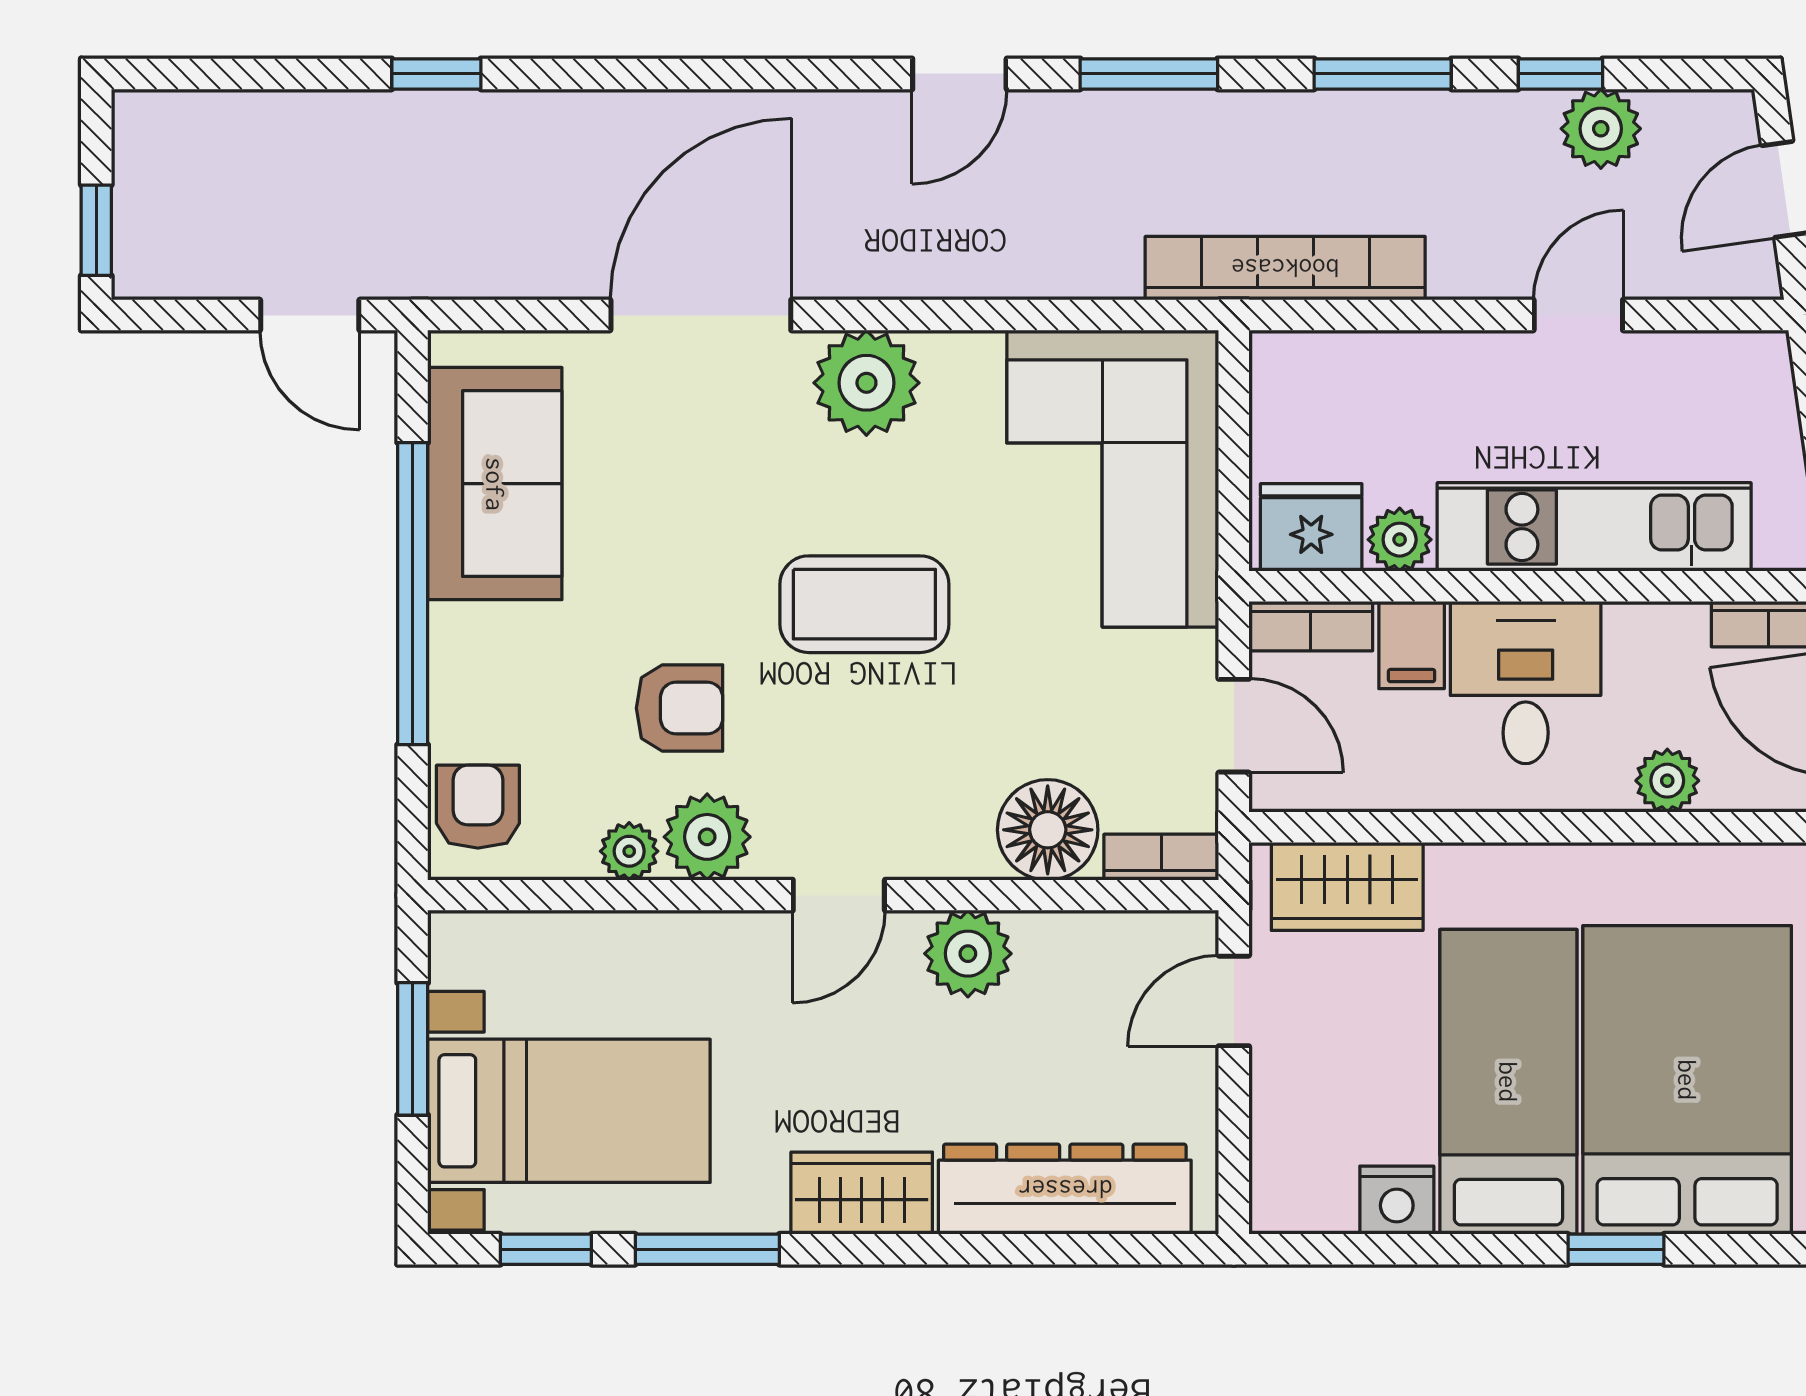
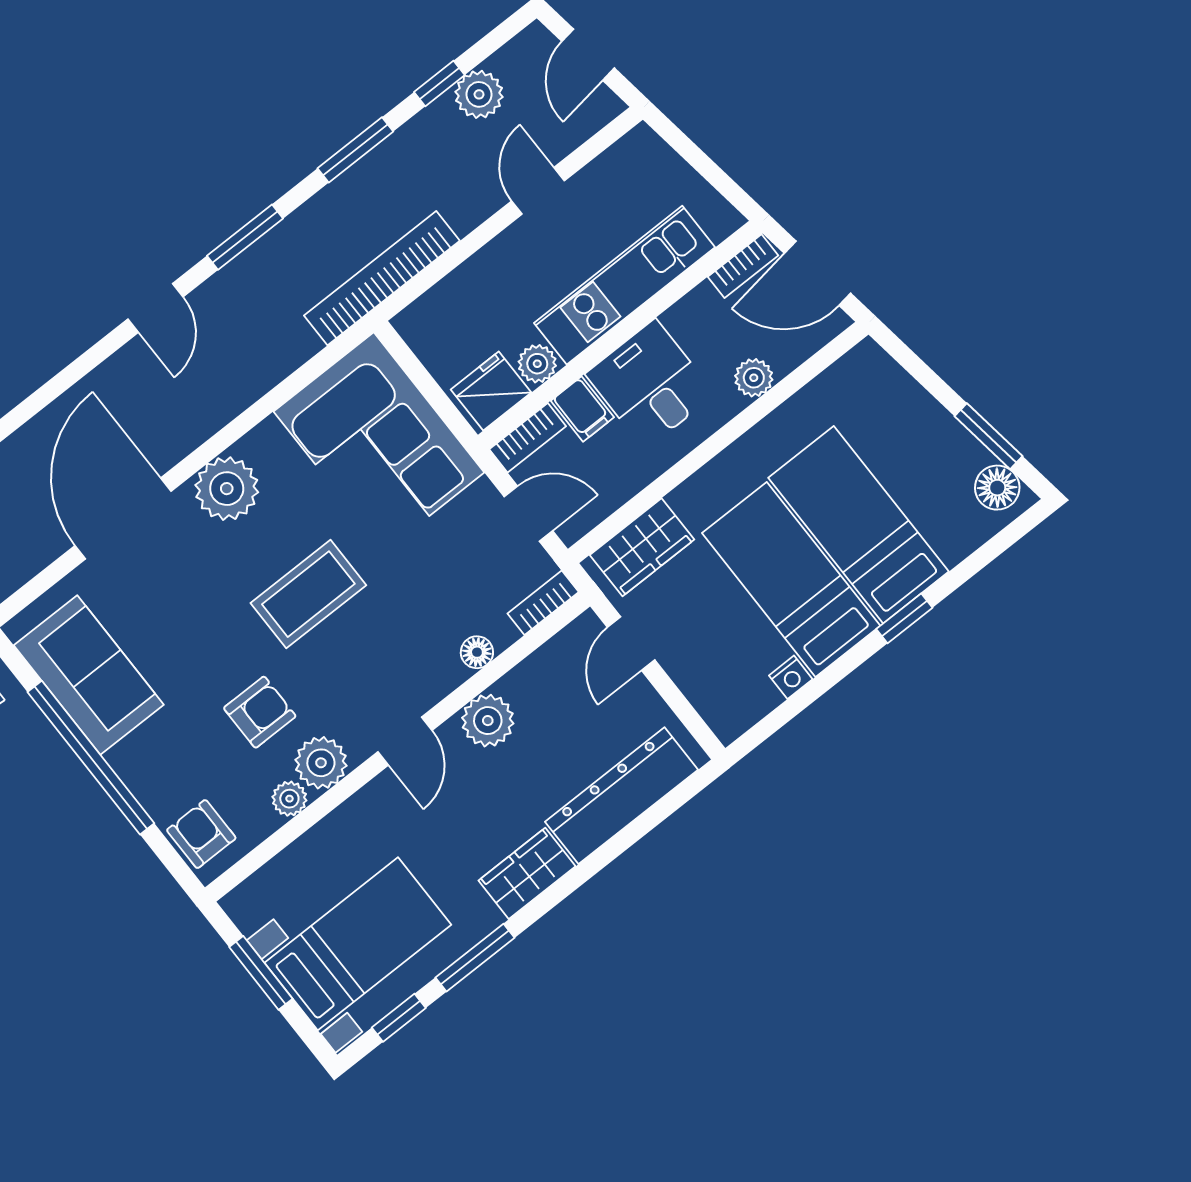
floor lamp: (1048, 830) -> (477, 652), width x0.53, depth x0.53
bed: (1687, 1080) -> (858, 525), width x0.67
nightstand: (1397, 1200) -> (791, 677), width x0.72, depth x0.74

